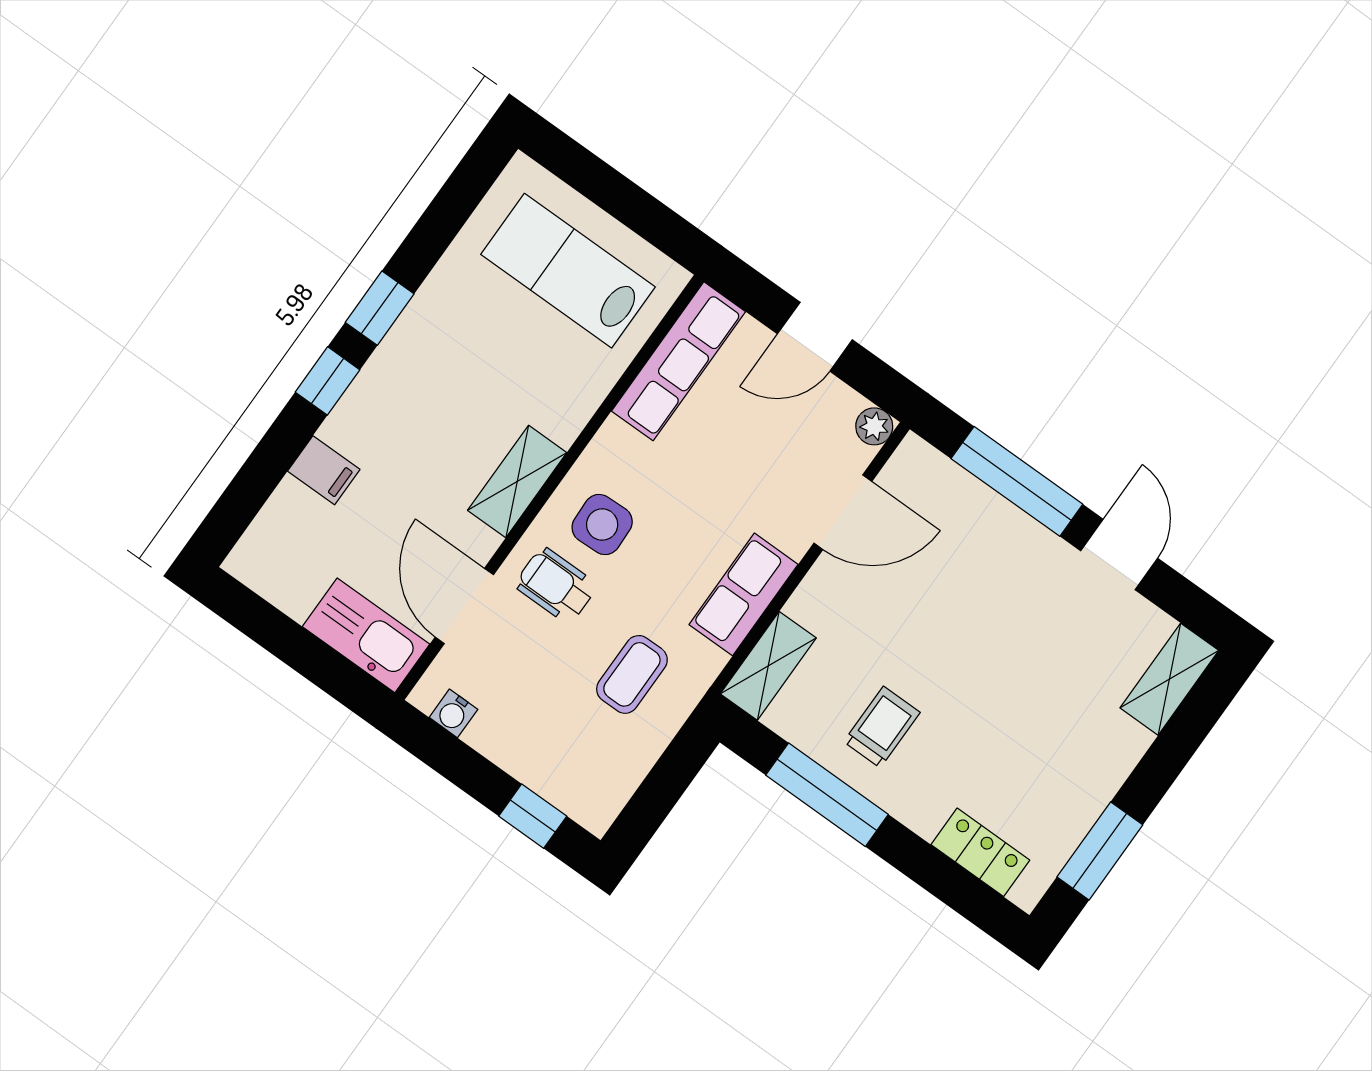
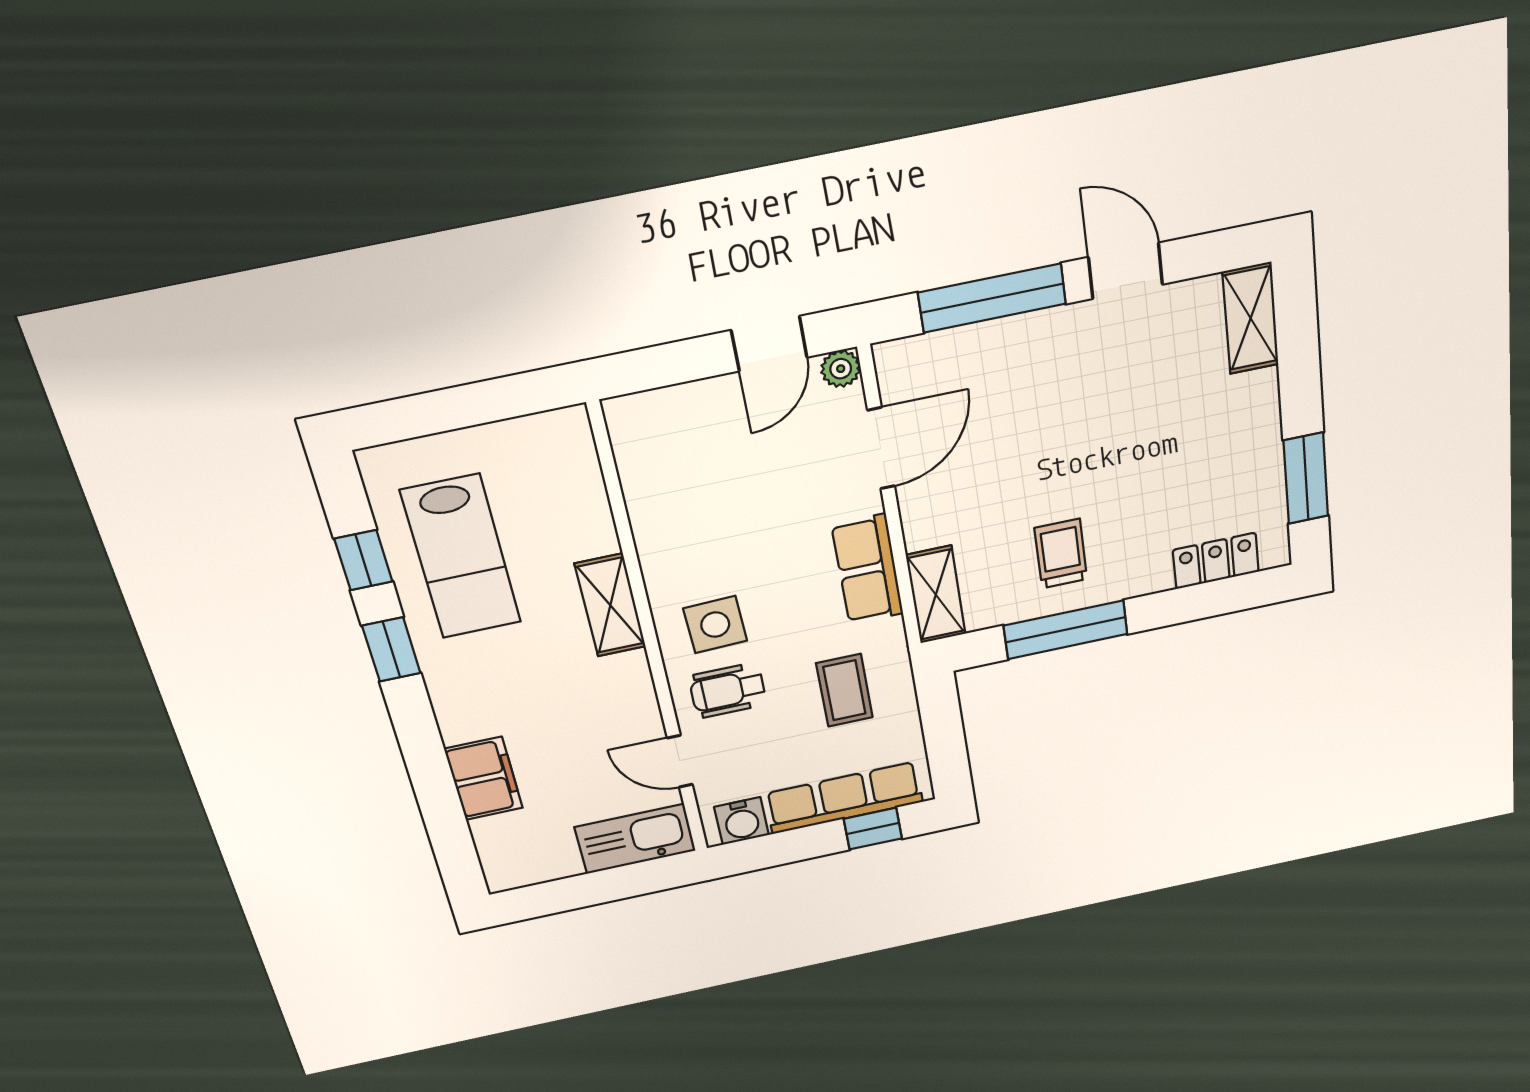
lab bench: (568, 271) -> (461, 557), moved, turned -90
door: (815, 337) -> (769, 344), moved
row of seats: (678, 361) -> (844, 798), moved, turned -90
window: (328, 381) -> (363, 560), moved
filing cabinet: (324, 470) -> (484, 778), width x2.00
shelving: (517, 481) -> (610, 605), moved
door: (464, 606) -> (680, 761), width x0.73
water cooler: (453, 713) -> (742, 821), width x1.38, depth x1.38

